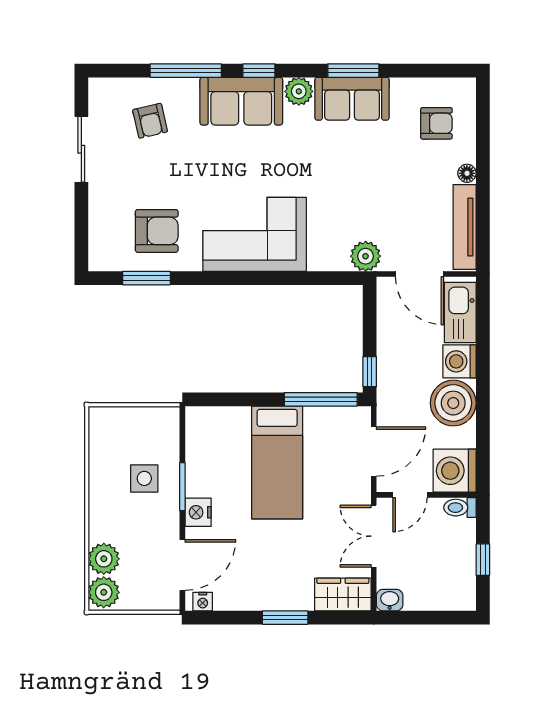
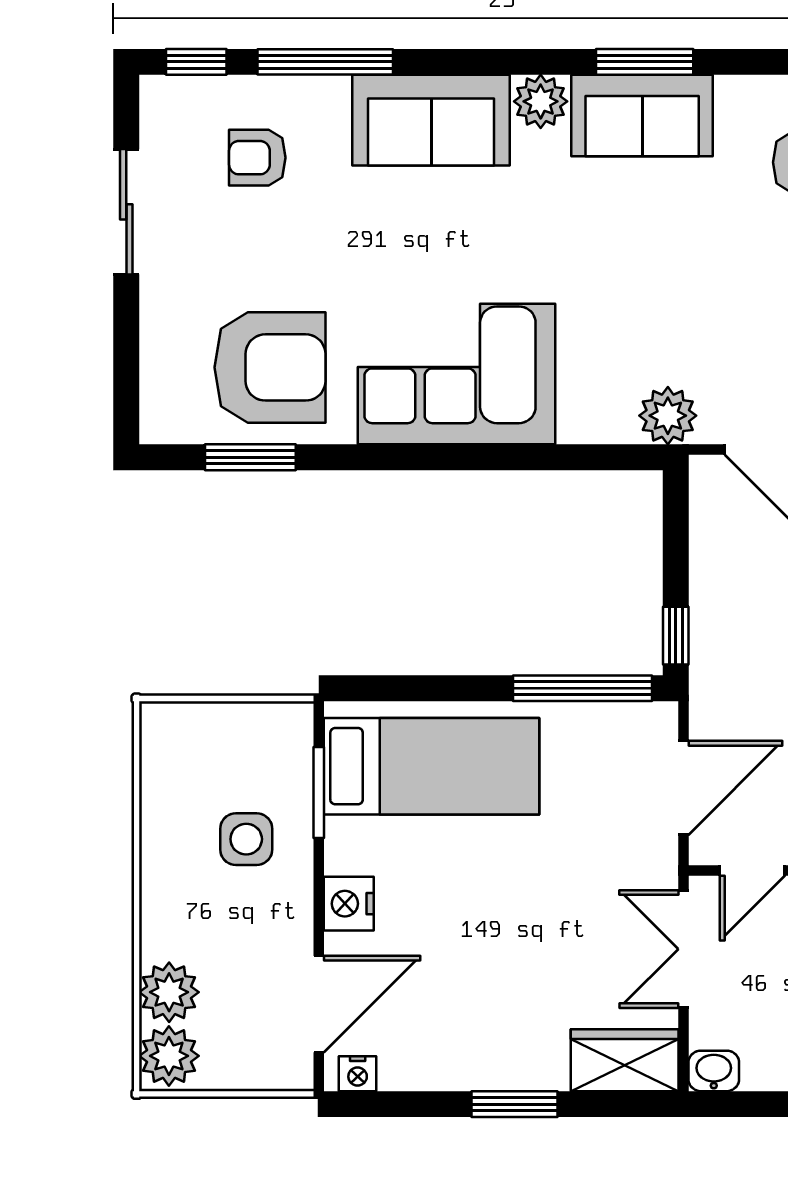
window: (259, 71) -> (196, 62), moved
armchair: (150, 121) -> (257, 158), turned 103
armchair: (157, 231) -> (270, 367), width x1.36, depth x1.36
bed: (277, 462) -> (432, 766), moved, turned -90
window: (182, 487) -> (319, 792), moved

